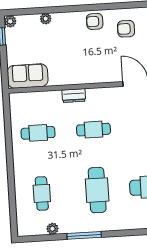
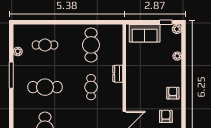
sofa: (28, 76) -> (145, 33), moved, turned 90
cafe table: (38, 133) -> (91, 45), width x1.37, depth x1.35

